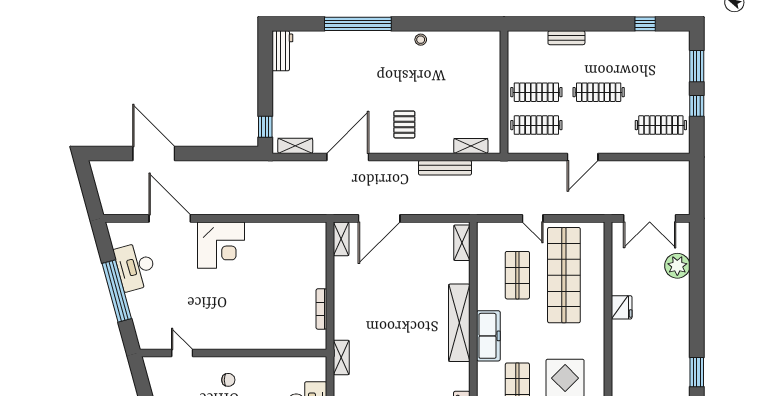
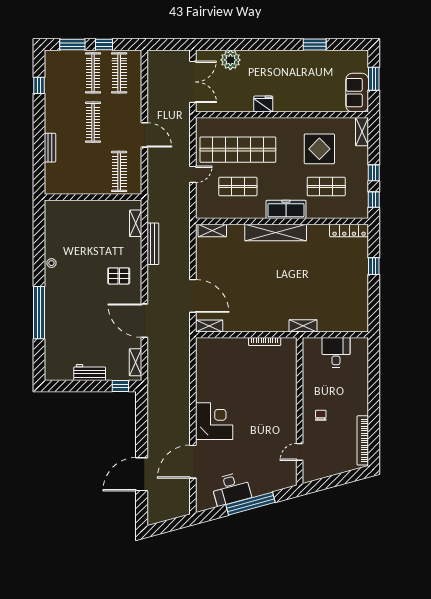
workbench: (282, 51) -> (90, 372), moved
clothes rail: (536, 92) -> (93, 73), moved

